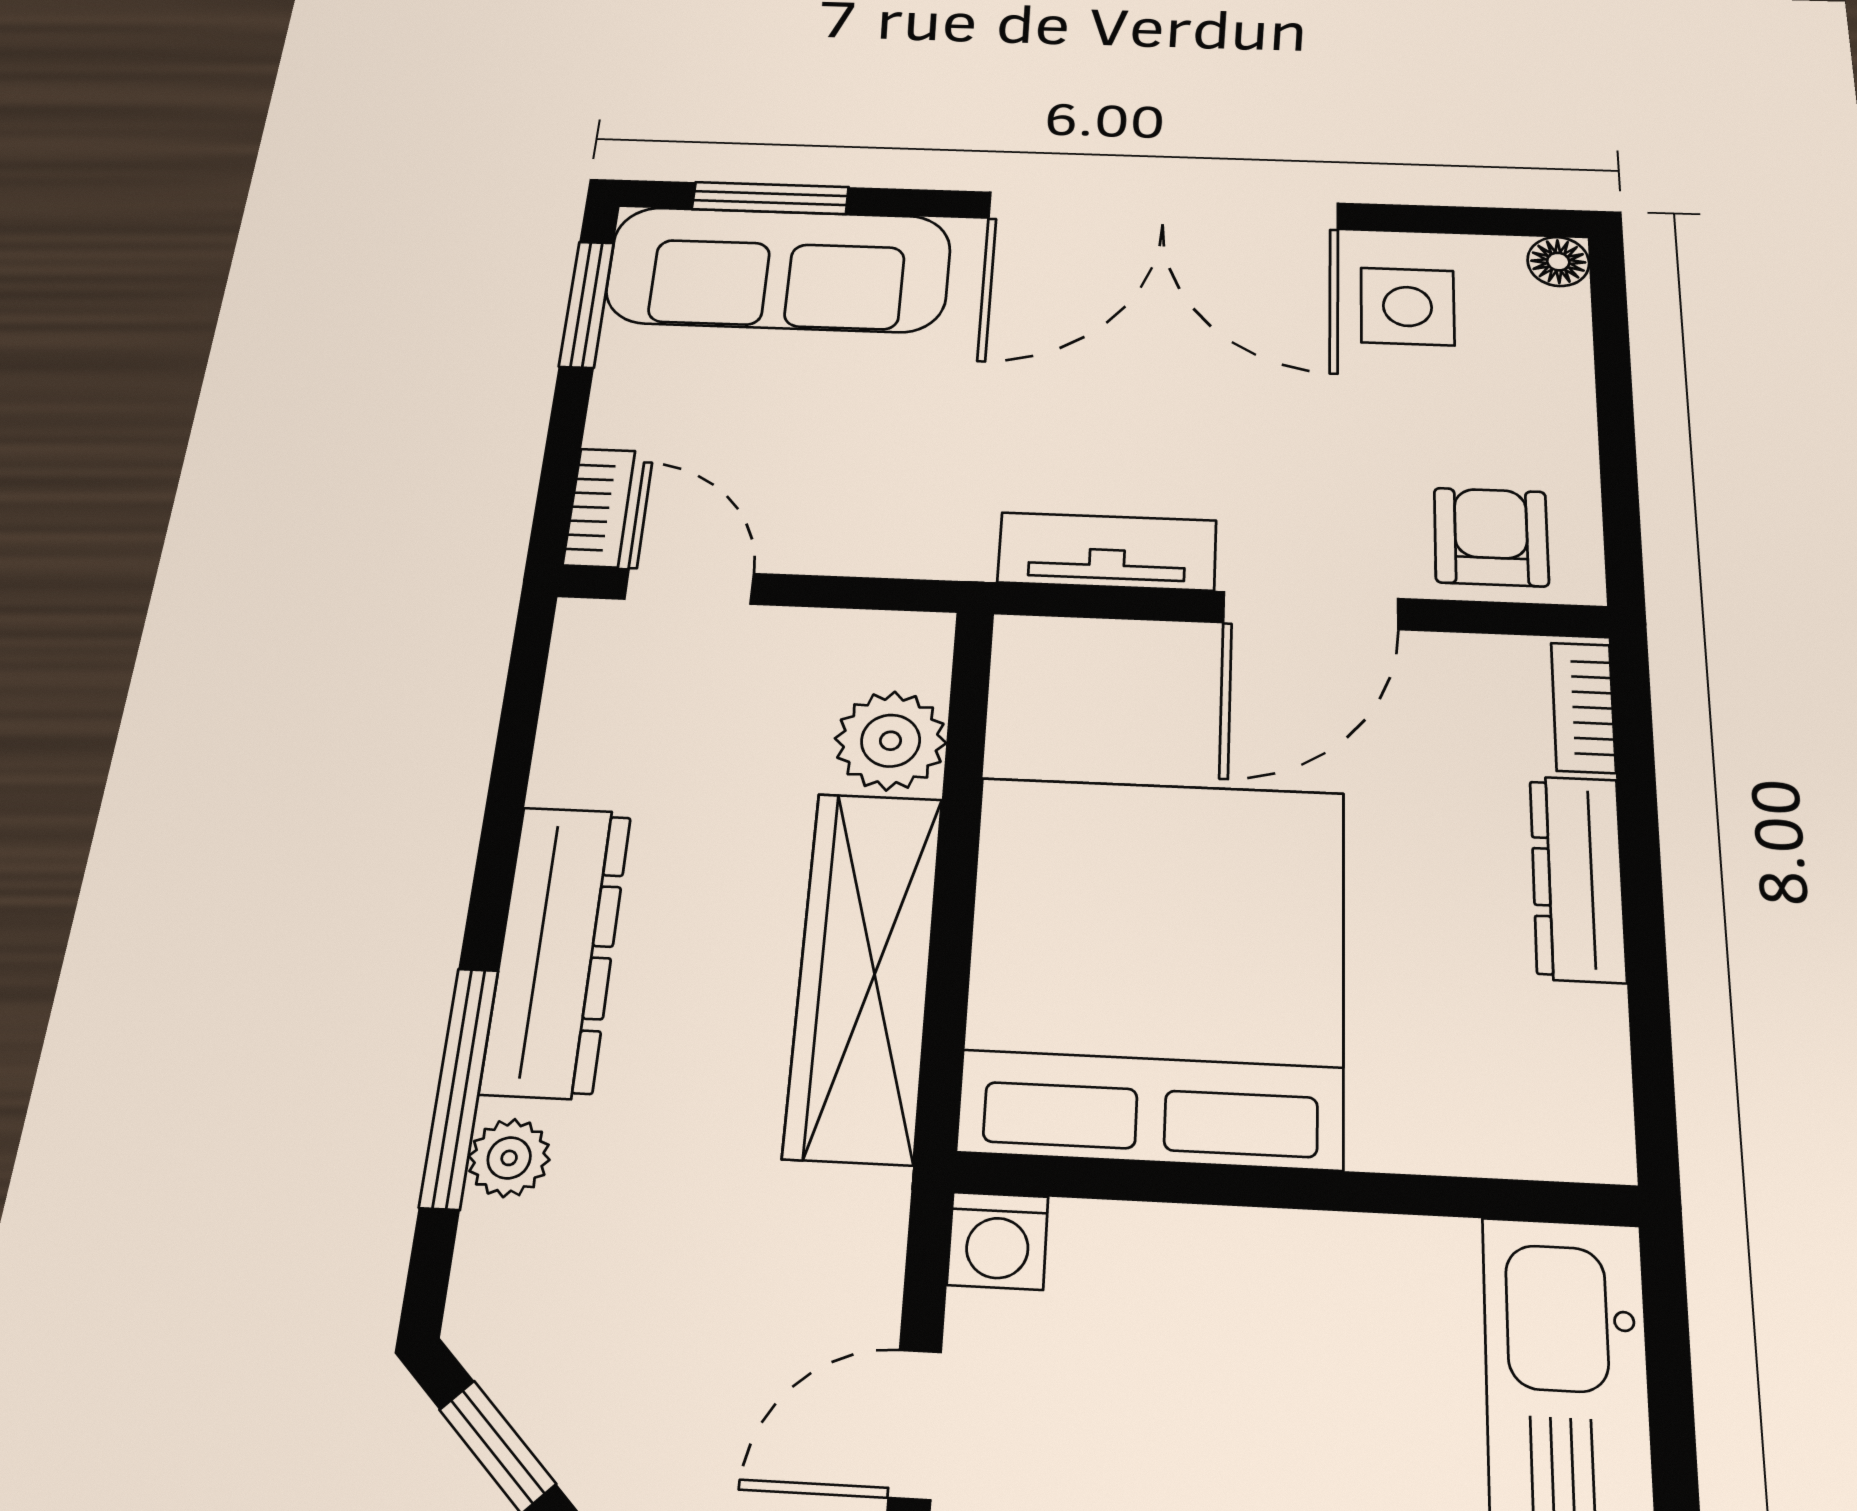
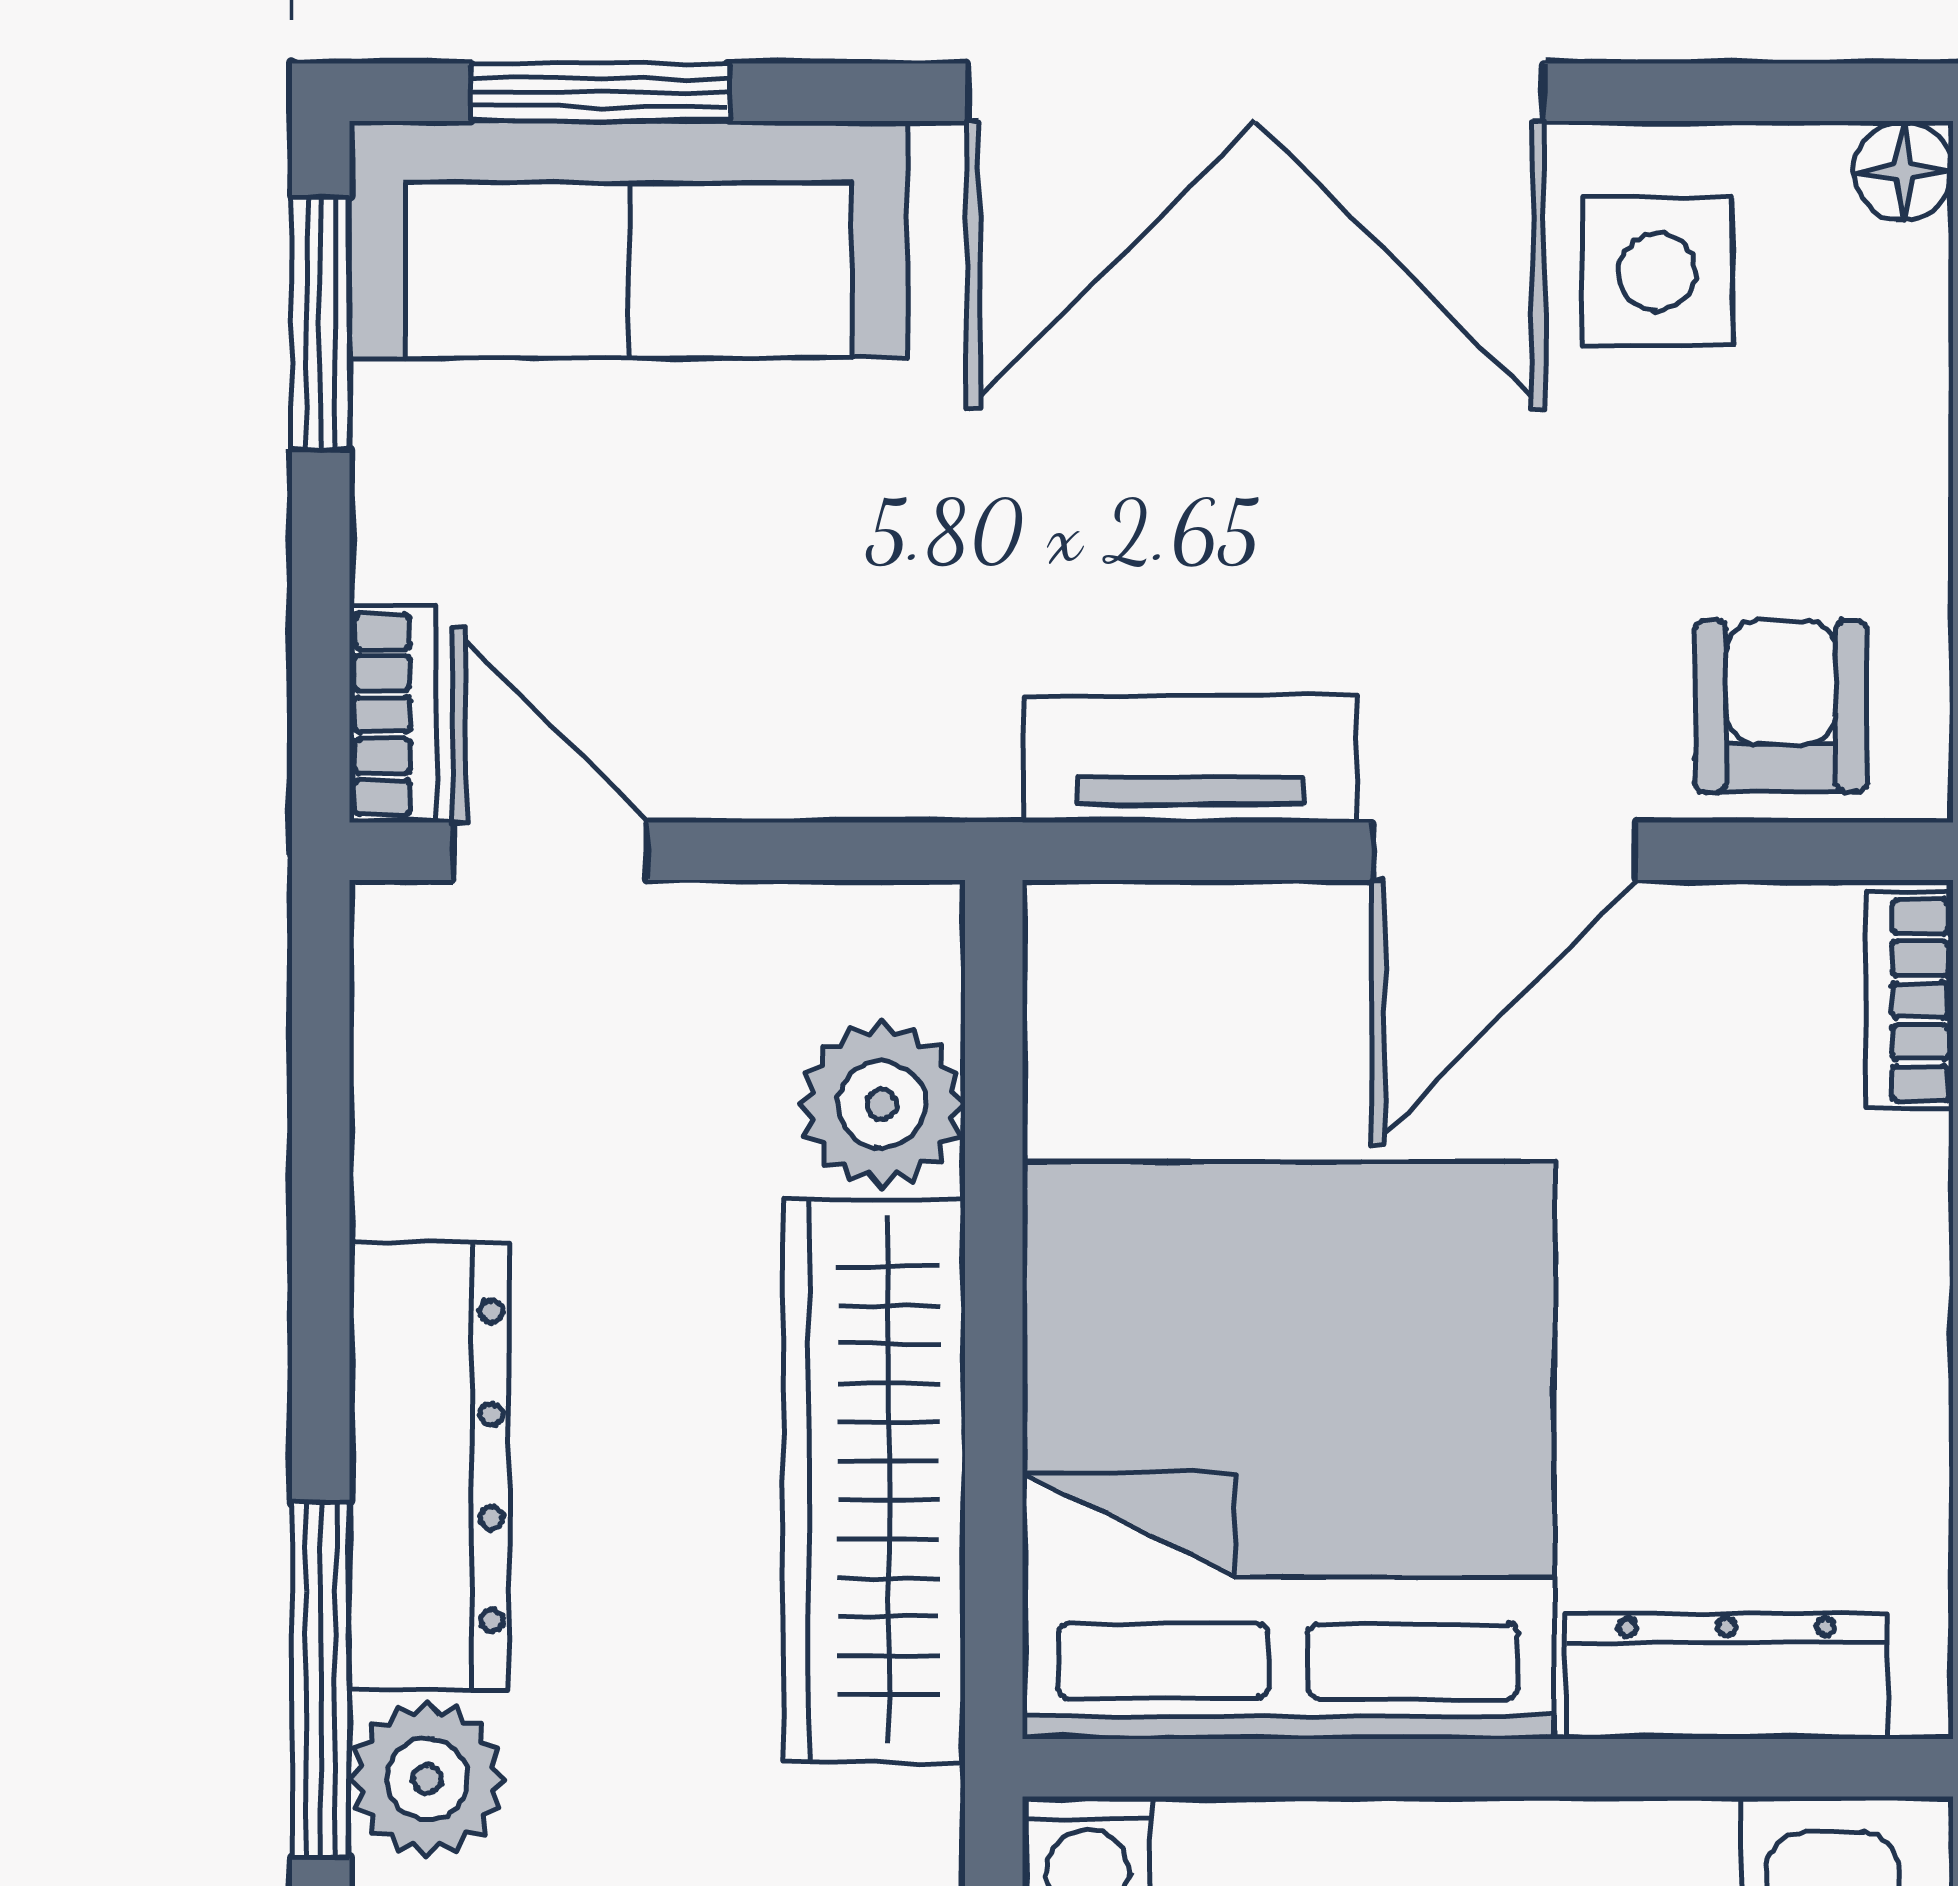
dresser: (1578, 878) -> (1726, 1676), moved, turned 90
plant: (509, 1158) -> (427, 1779), width x1.38, depth x1.38

